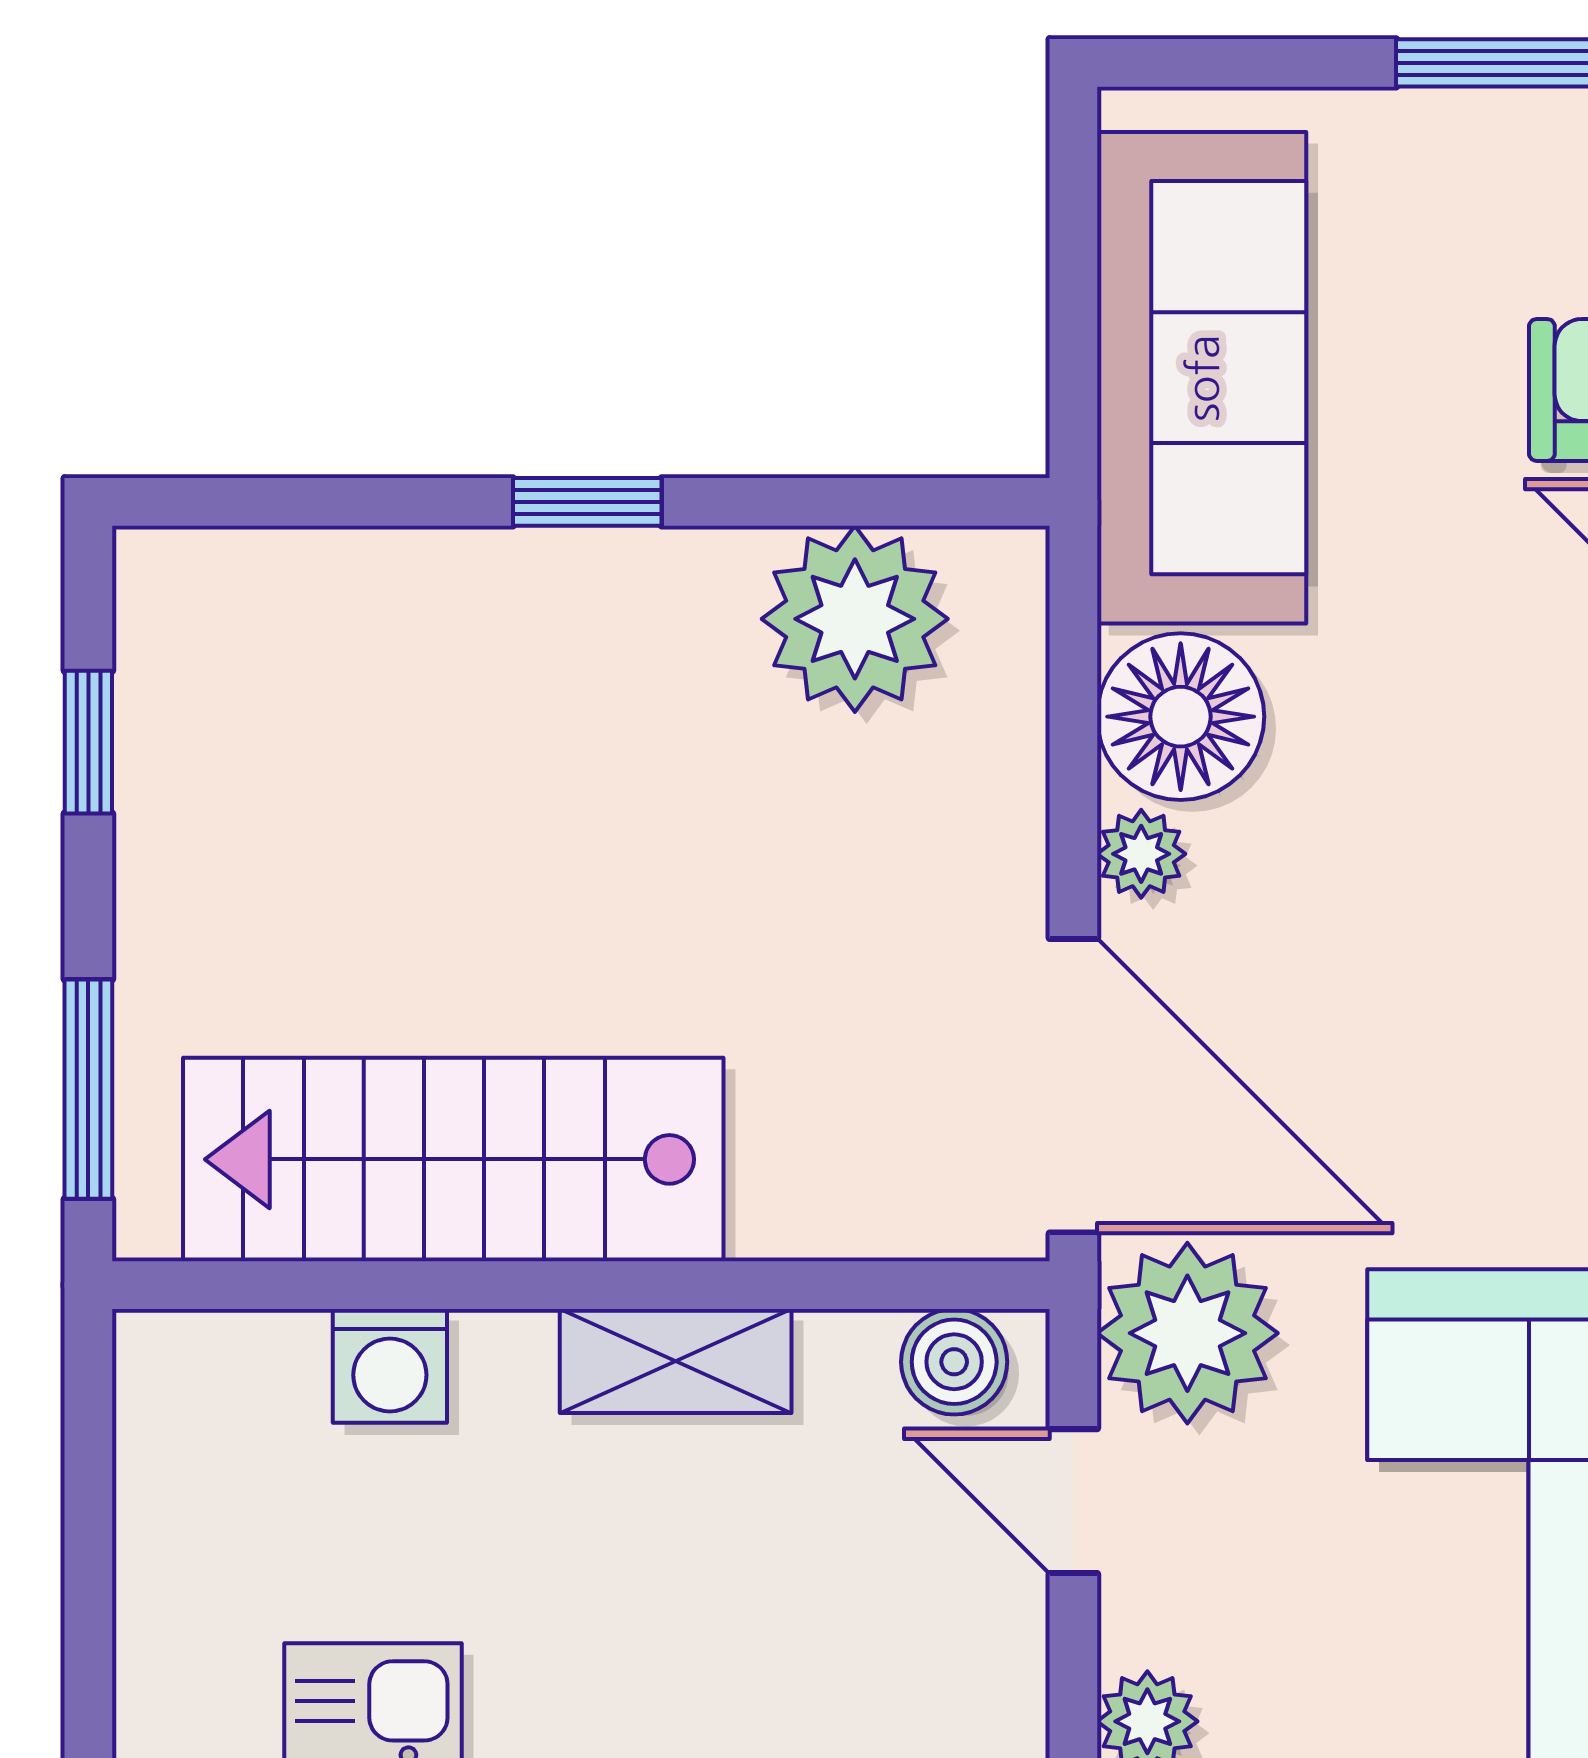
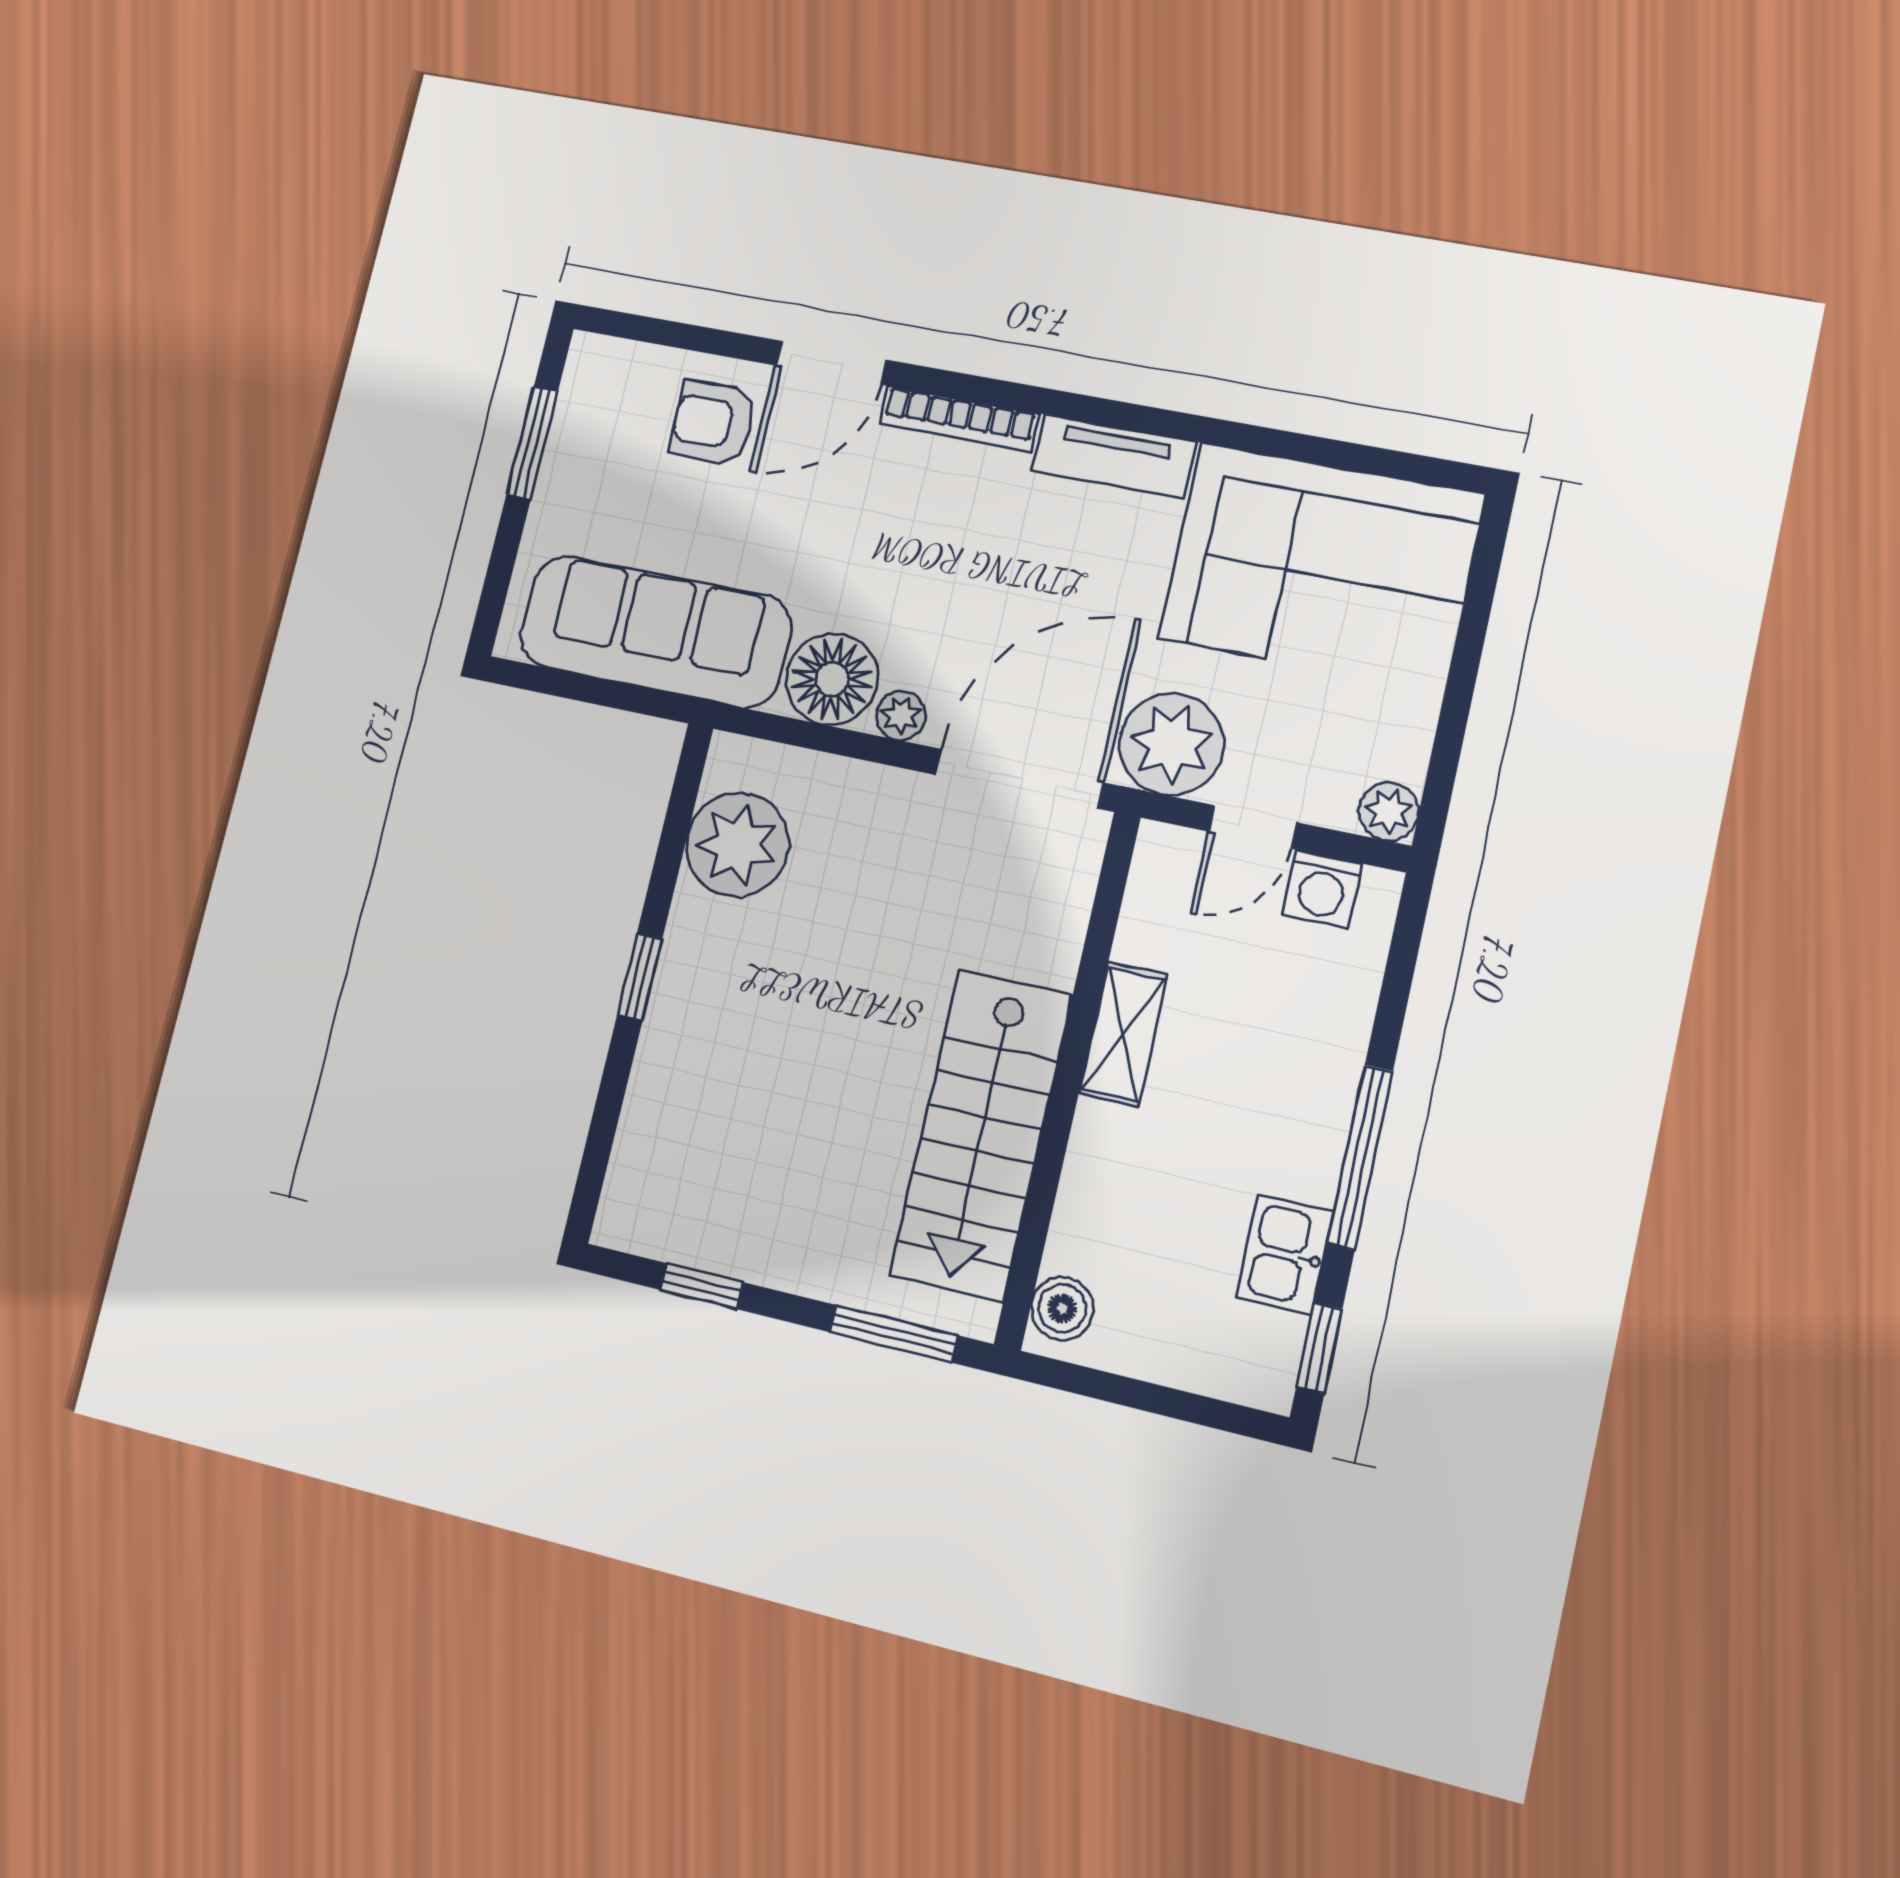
boiler: (954, 1362) -> (1062, 1308), moved
washing machine: (390, 1366) -> (1322, 889), moved, turned 90

